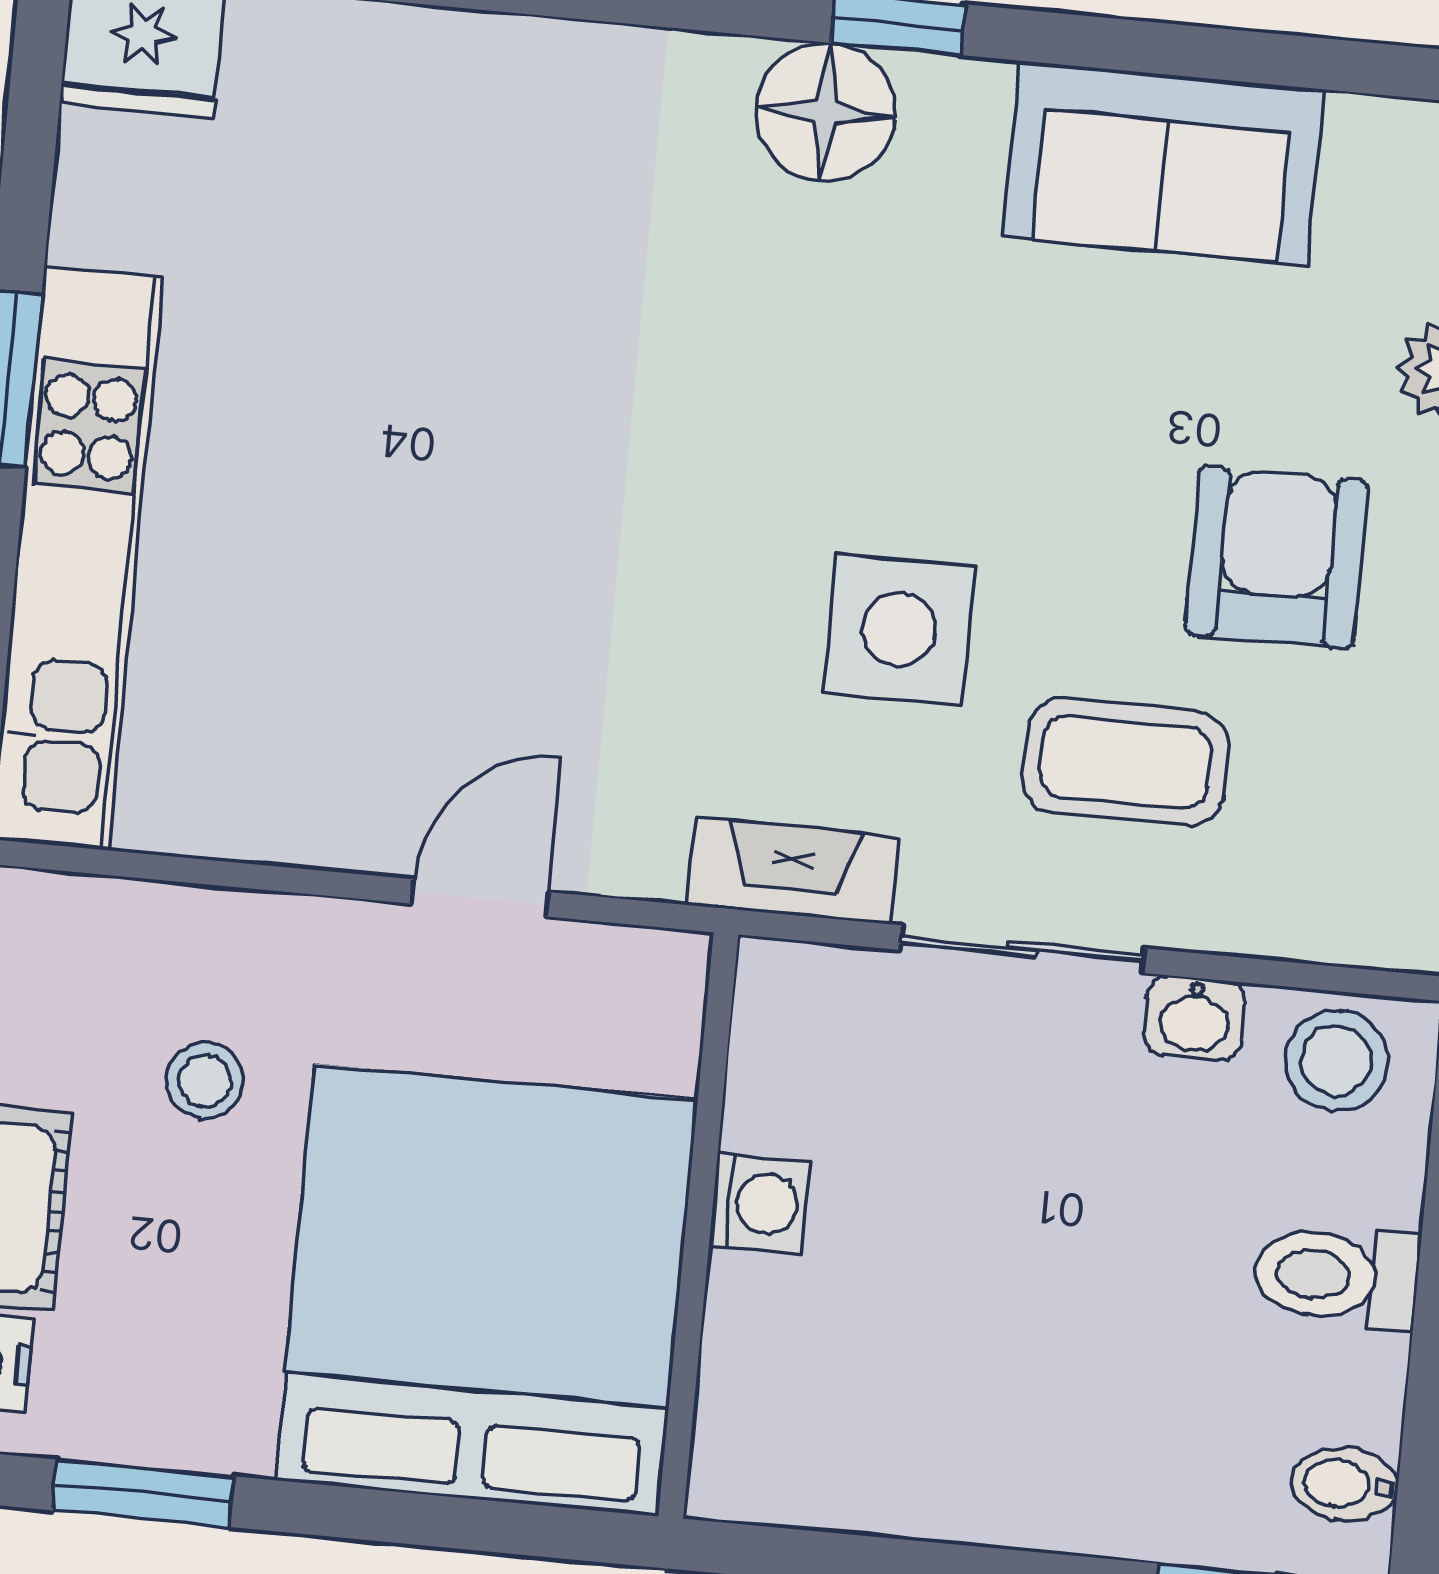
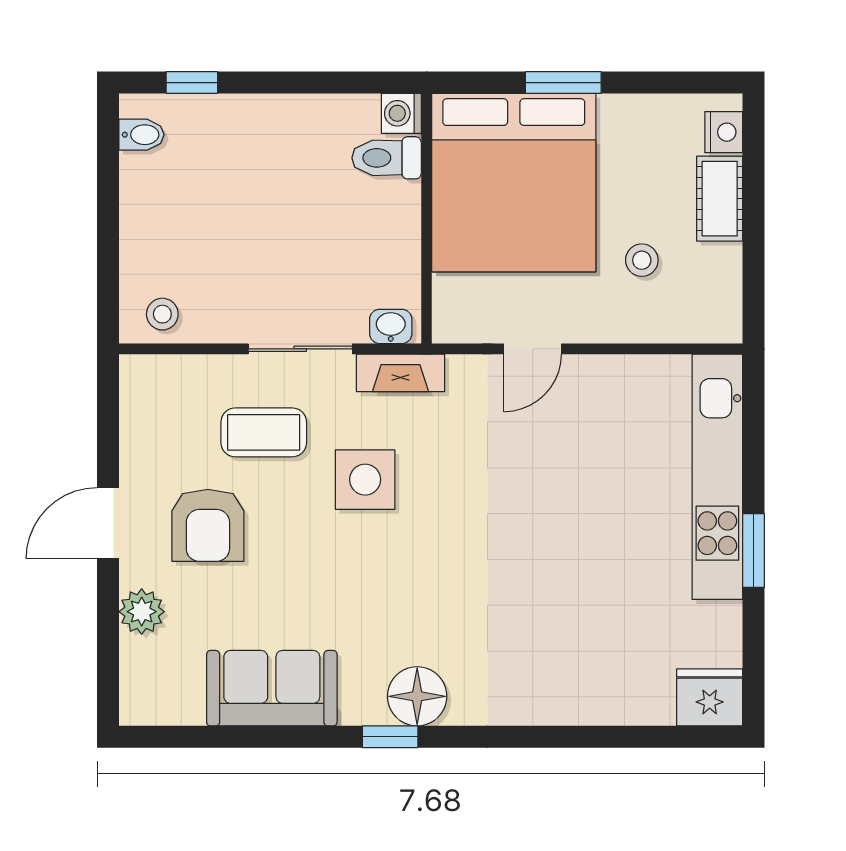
washbasin: (1194, 1018) -> (391, 326), moved
stool: (1336, 1061) -> (162, 314), width x0.73, depth x0.73
washing machine: (760, 1203) -> (401, 113), moved
toilet: (1336, 1276) -> (387, 158), moved, turned 180
window: (143, 1493) -> (563, 83), moved

